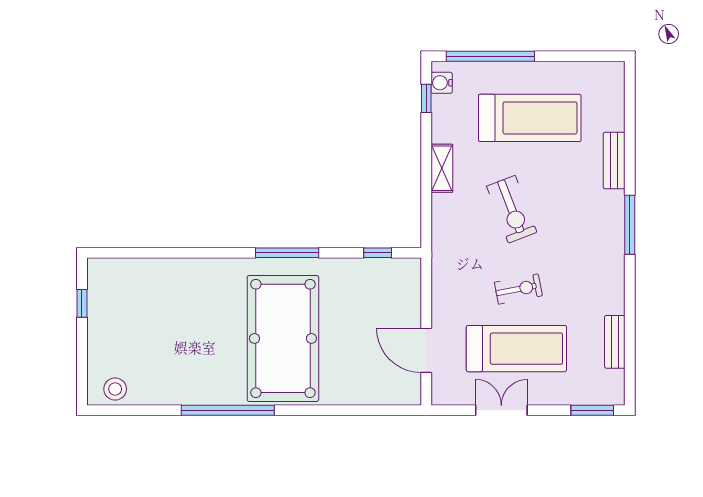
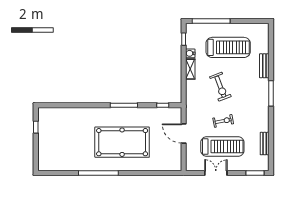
water cooler: (442, 83) -> (190, 53), moved
pool table: (283, 338) -> (122, 142), turned 90
door: (426, 350) -> (184, 134), moved
stool: (115, 389) -> (50, 164), removed

